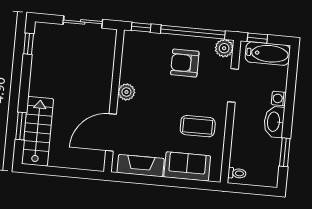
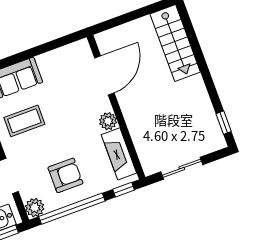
window: (21, 126) -> (193, 41), removed
fireplace: (141, 166) -> (119, 154), moved, turned 90

